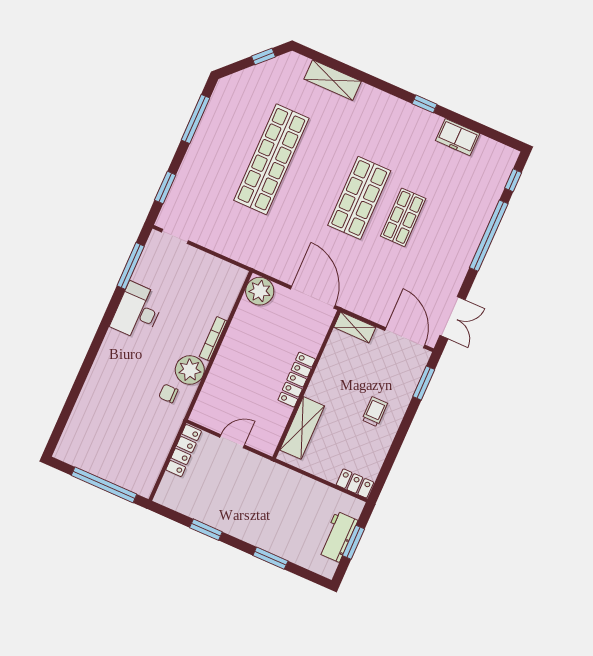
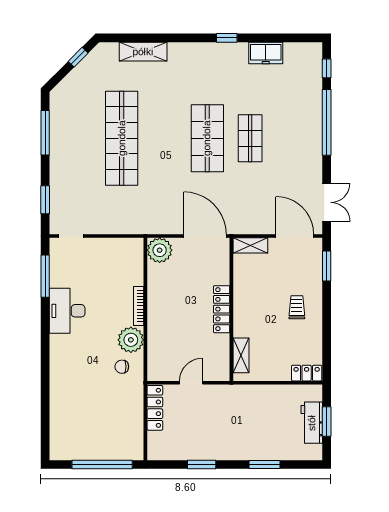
shelving: (302, 428) -> (241, 355), width x0.67, depth x0.75

